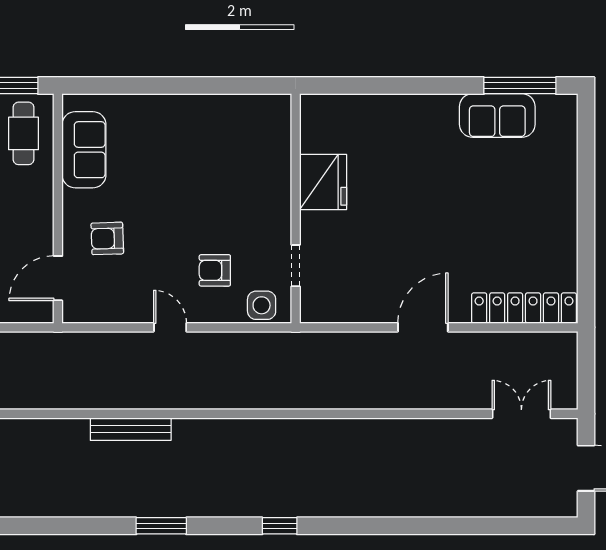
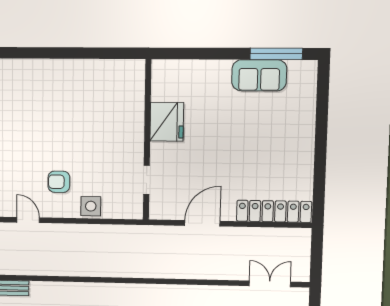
fridge: (323, 182) -> (167, 122), moved
wall: (296, 208) -> (147, 140), moved
doorway: (296, 266) -> (146, 180), moved

